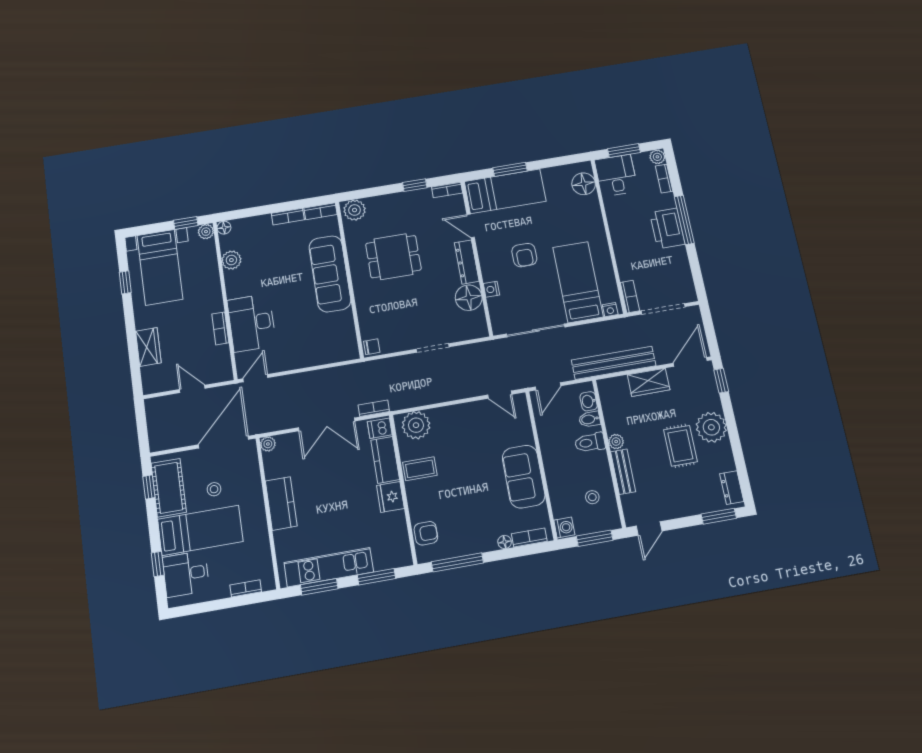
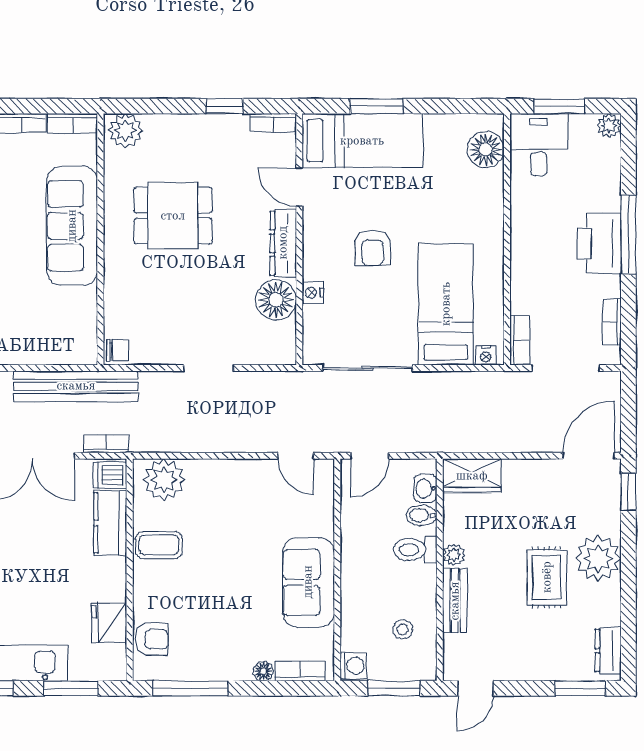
bookcase: (664, 179) -> (612, 322), moved
bench: (614, 363) -> (76, 386), moved
wardrobe: (649, 382) -> (472, 476), moved
fridge: (390, 497) -> (109, 622), moved

